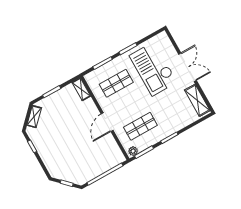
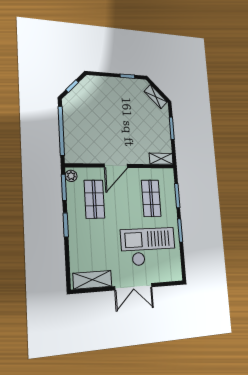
door: (107, 122) -> (116, 166), swing flipped

